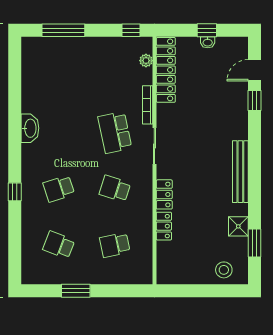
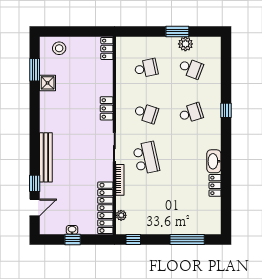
locker: (28, 98) -> (215, 185), added
bench: (240, 172) -> (46, 157), moved
locker: (164, 226) -> (107, 48), moved
plant: (65, 275) -> (185, 44), added

